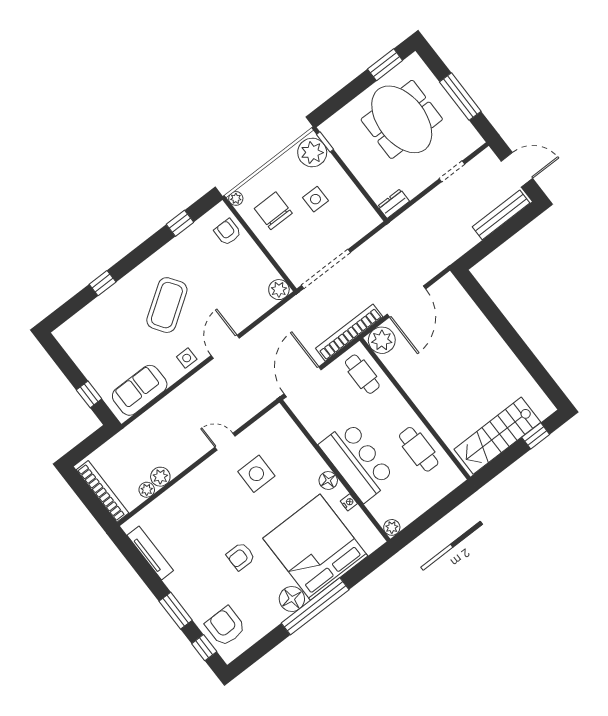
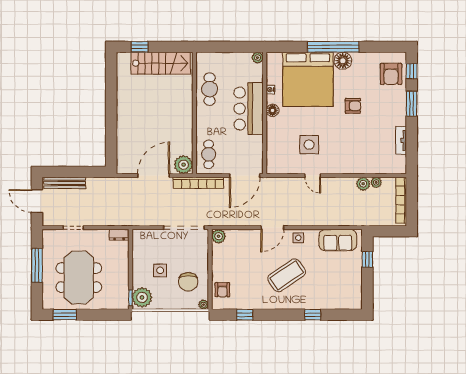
tv unit: (150, 553) -> (401, 140), width x0.71

